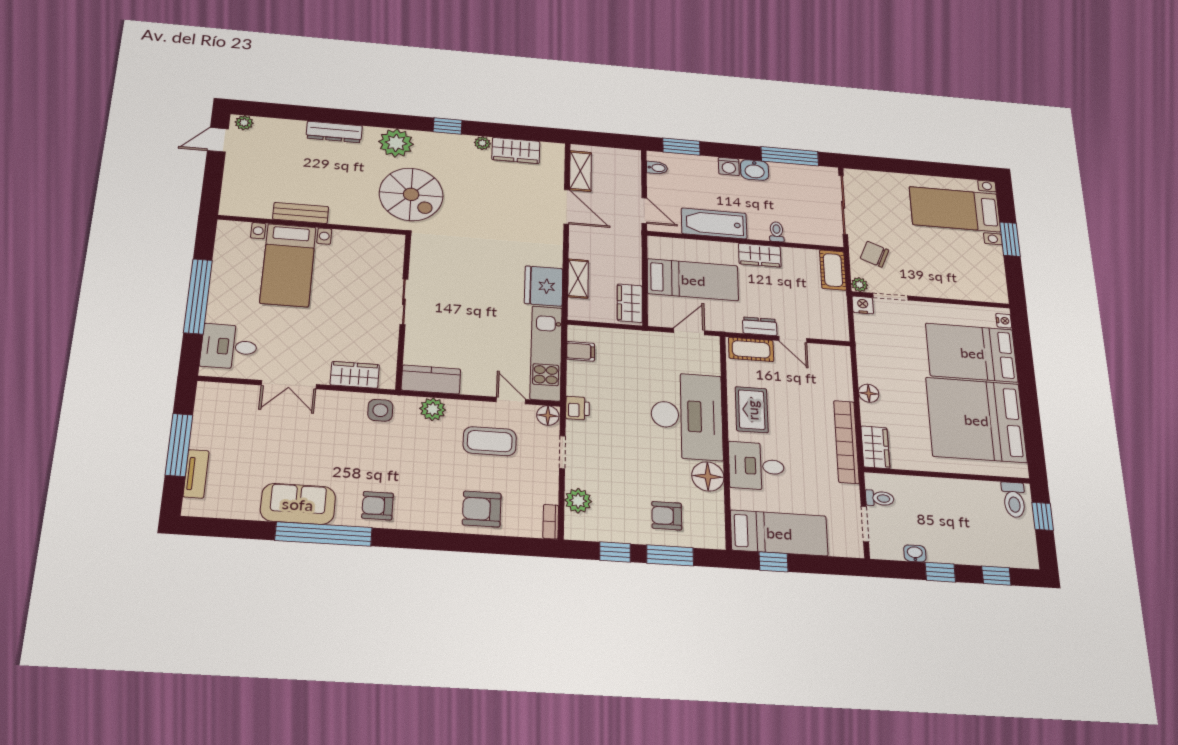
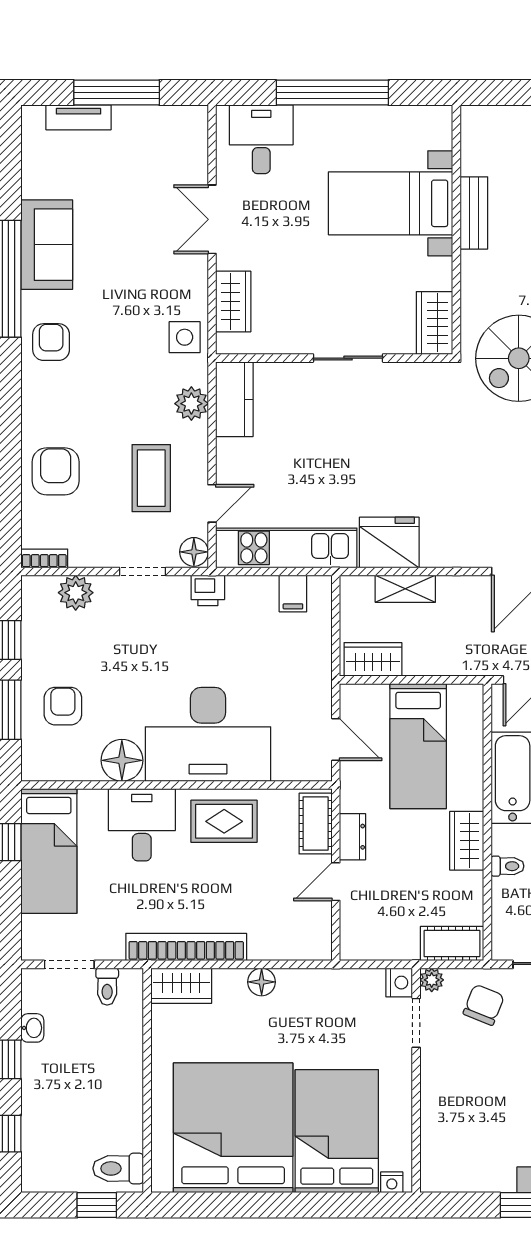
wardrobe: (381, 244) -> (434, 323), added

